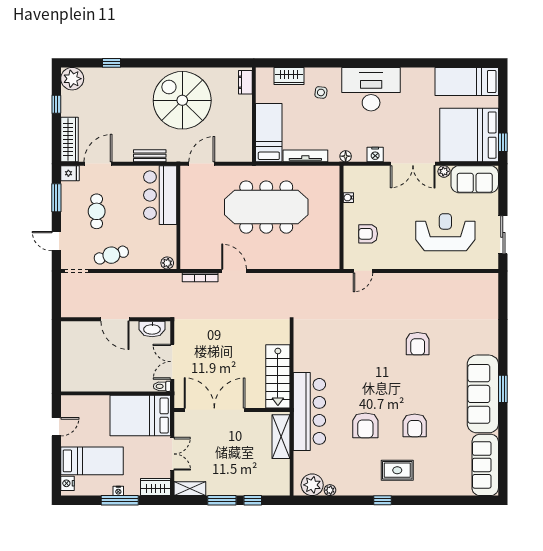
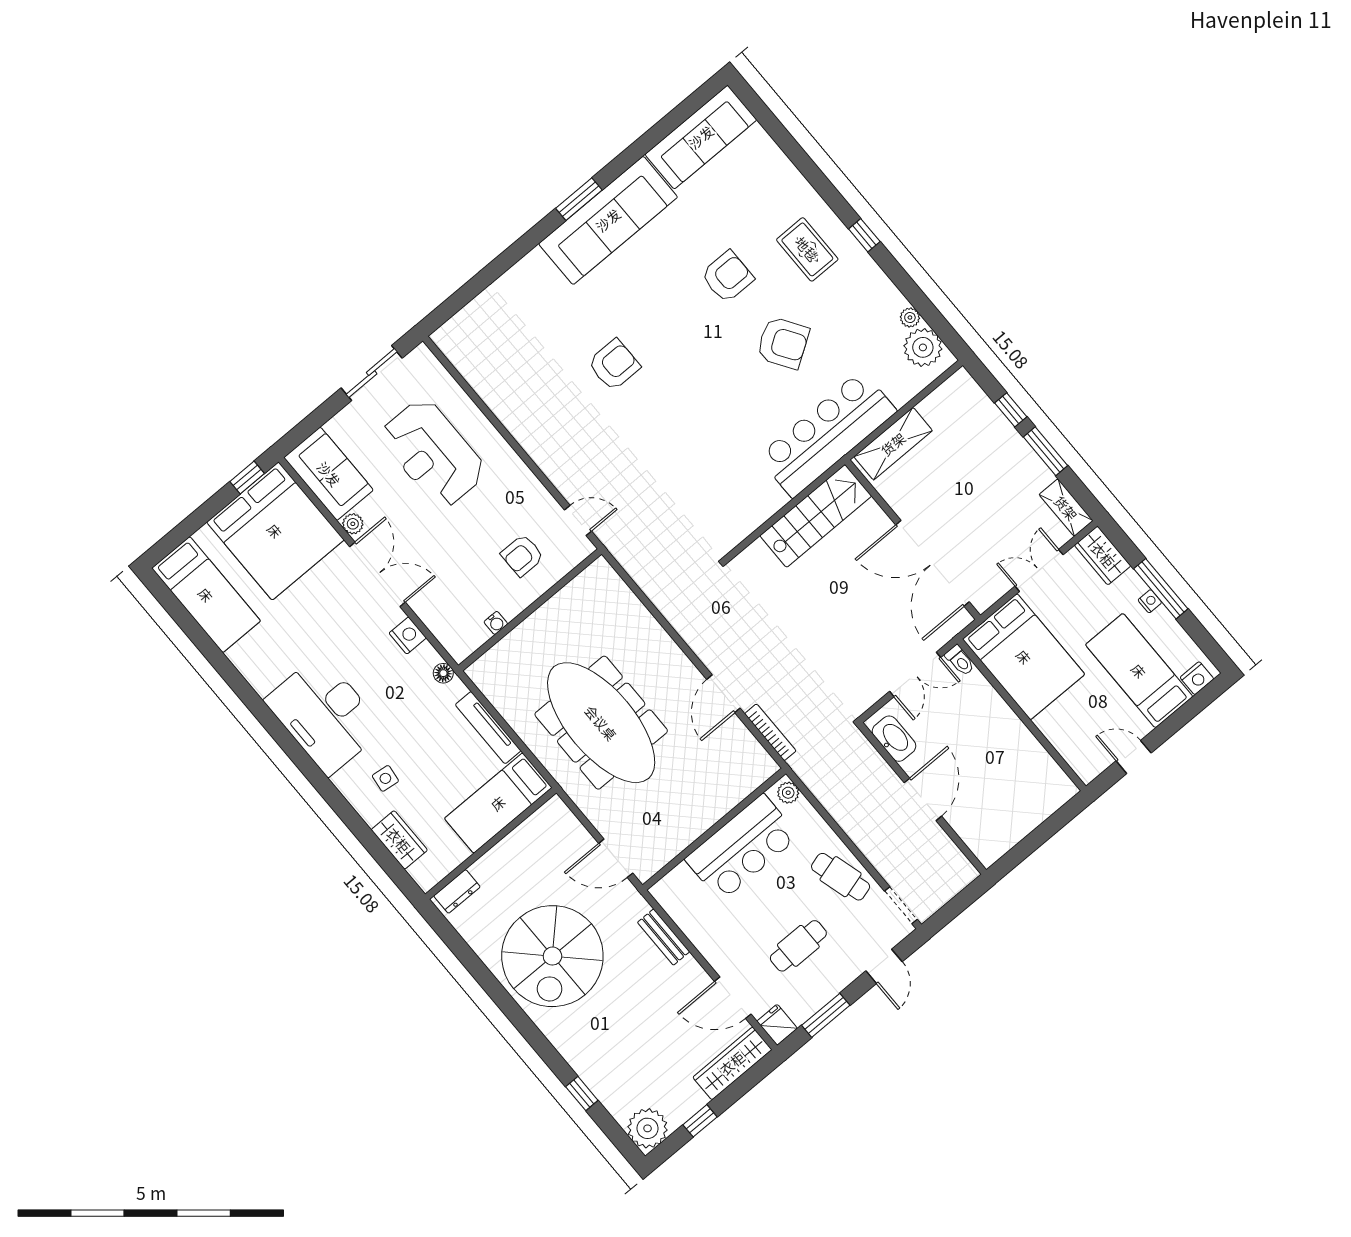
bar counter: (160, 195) -> (742, 848), moved
armchair: (368, 234) -> (522, 555), turned 90
armchair: (365, 425) -> (783, 343), turned 57

